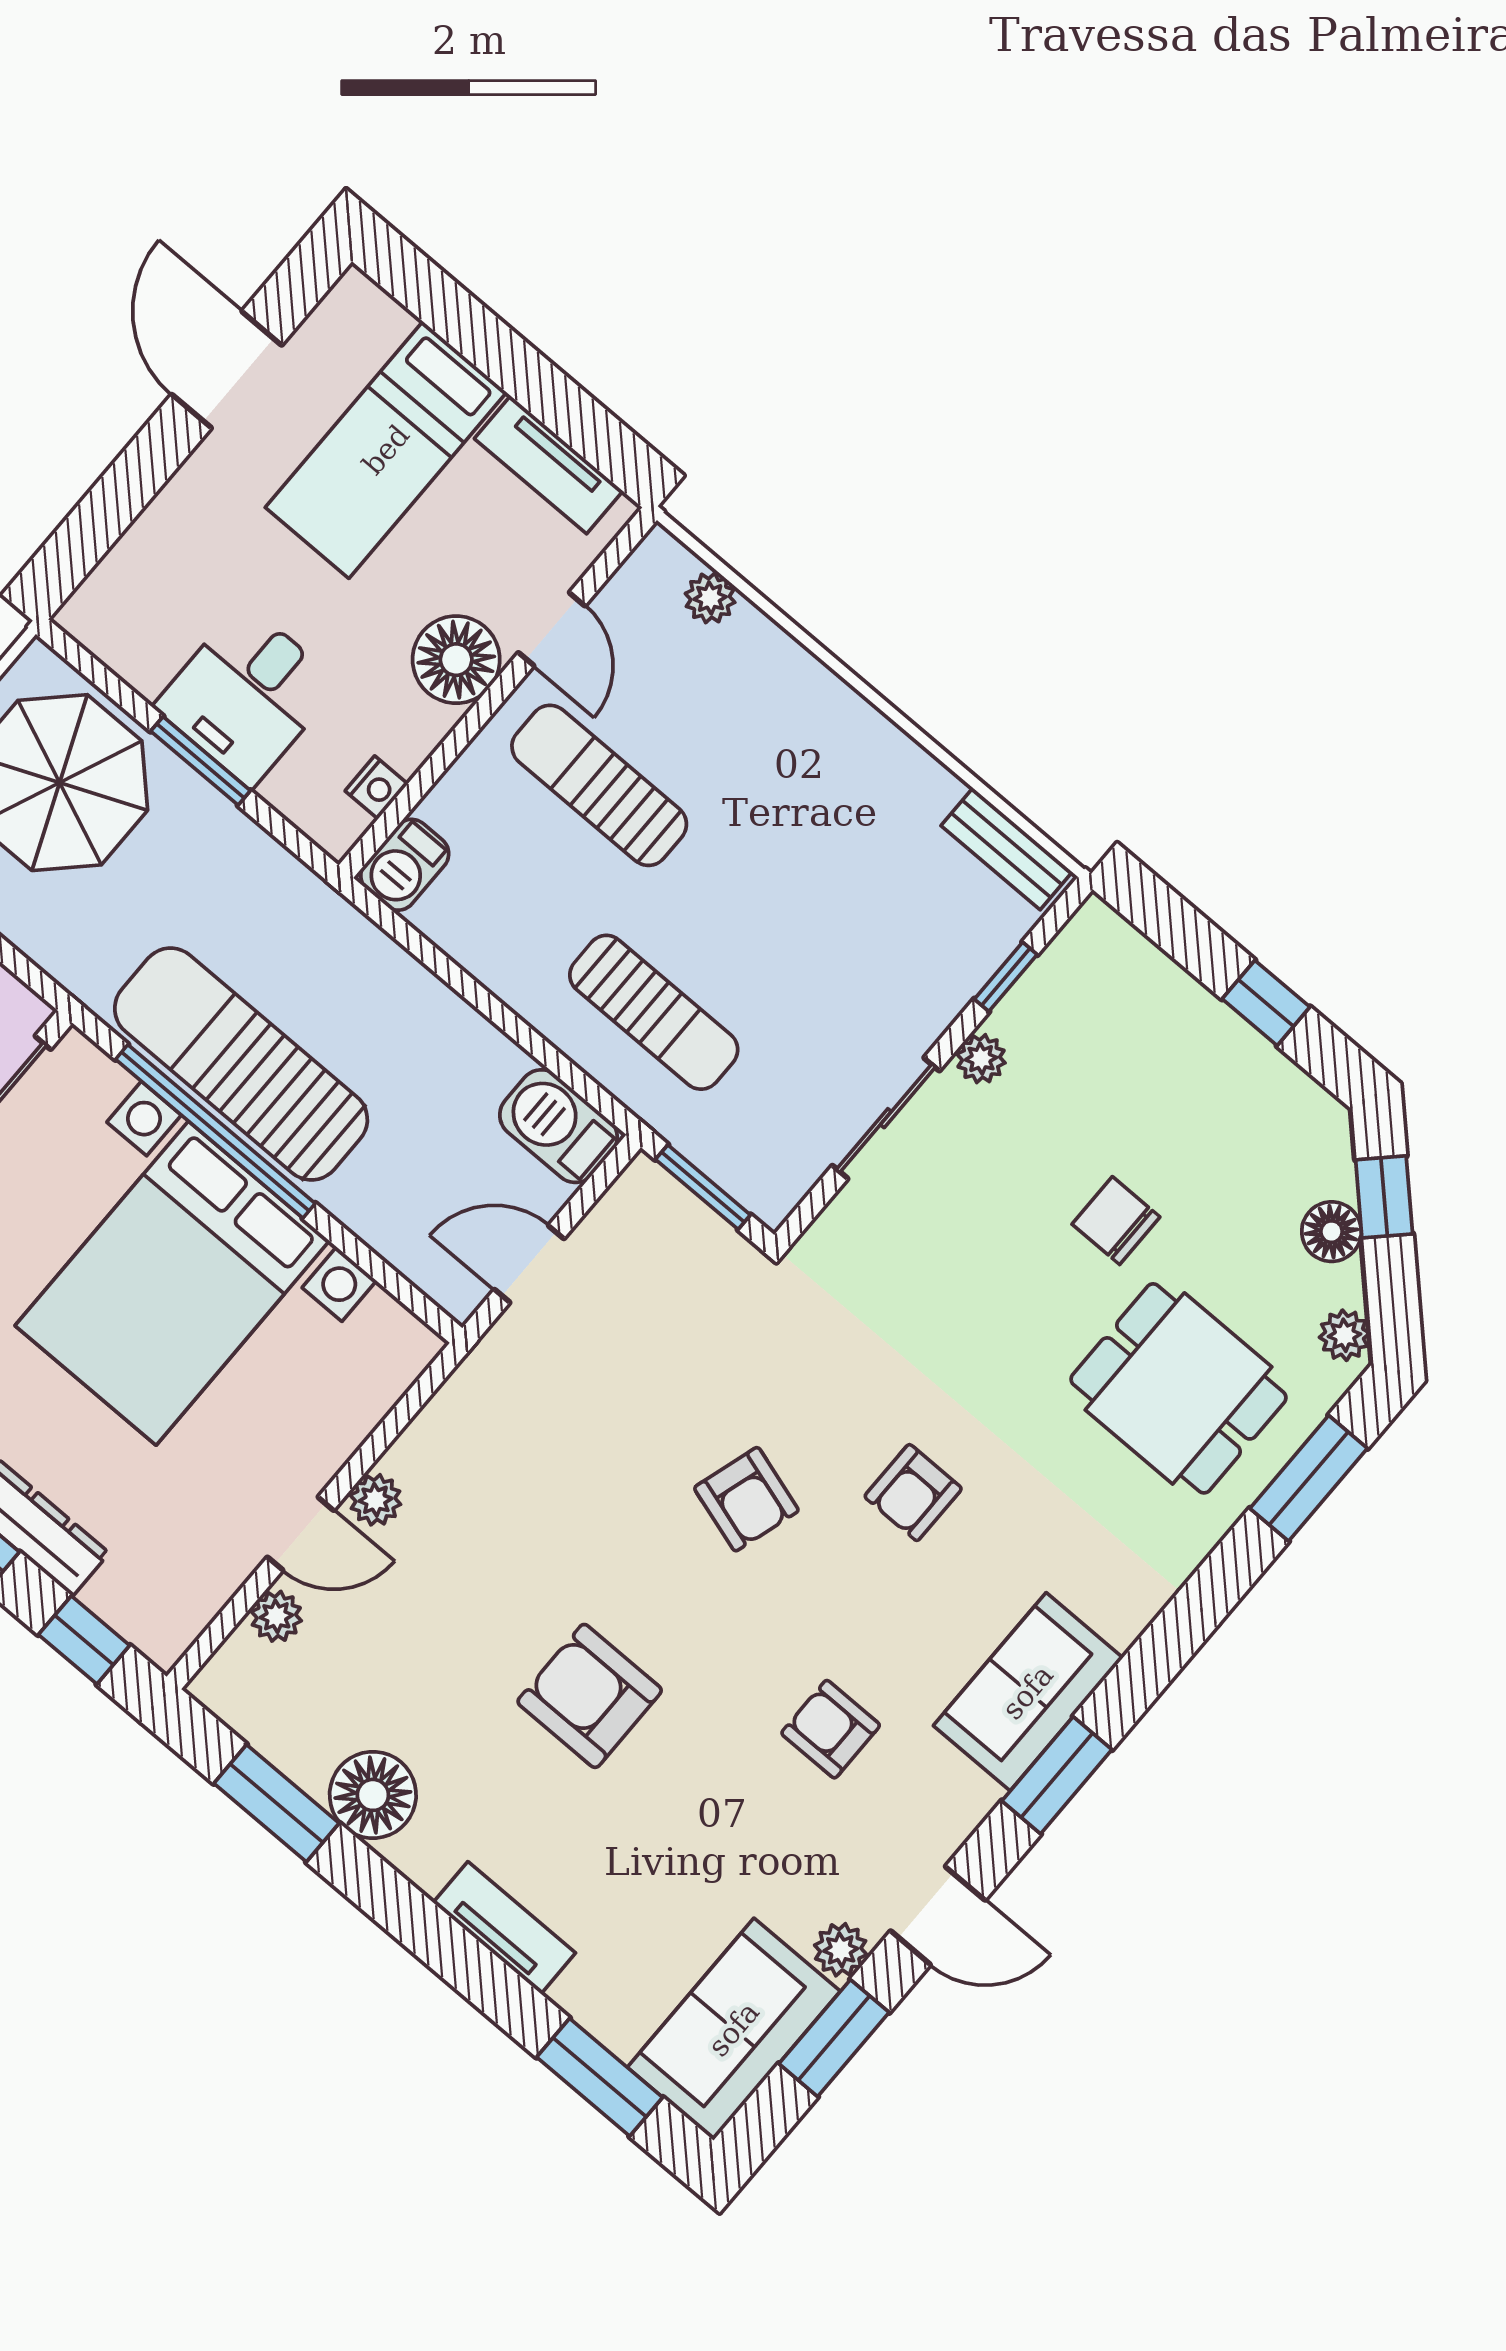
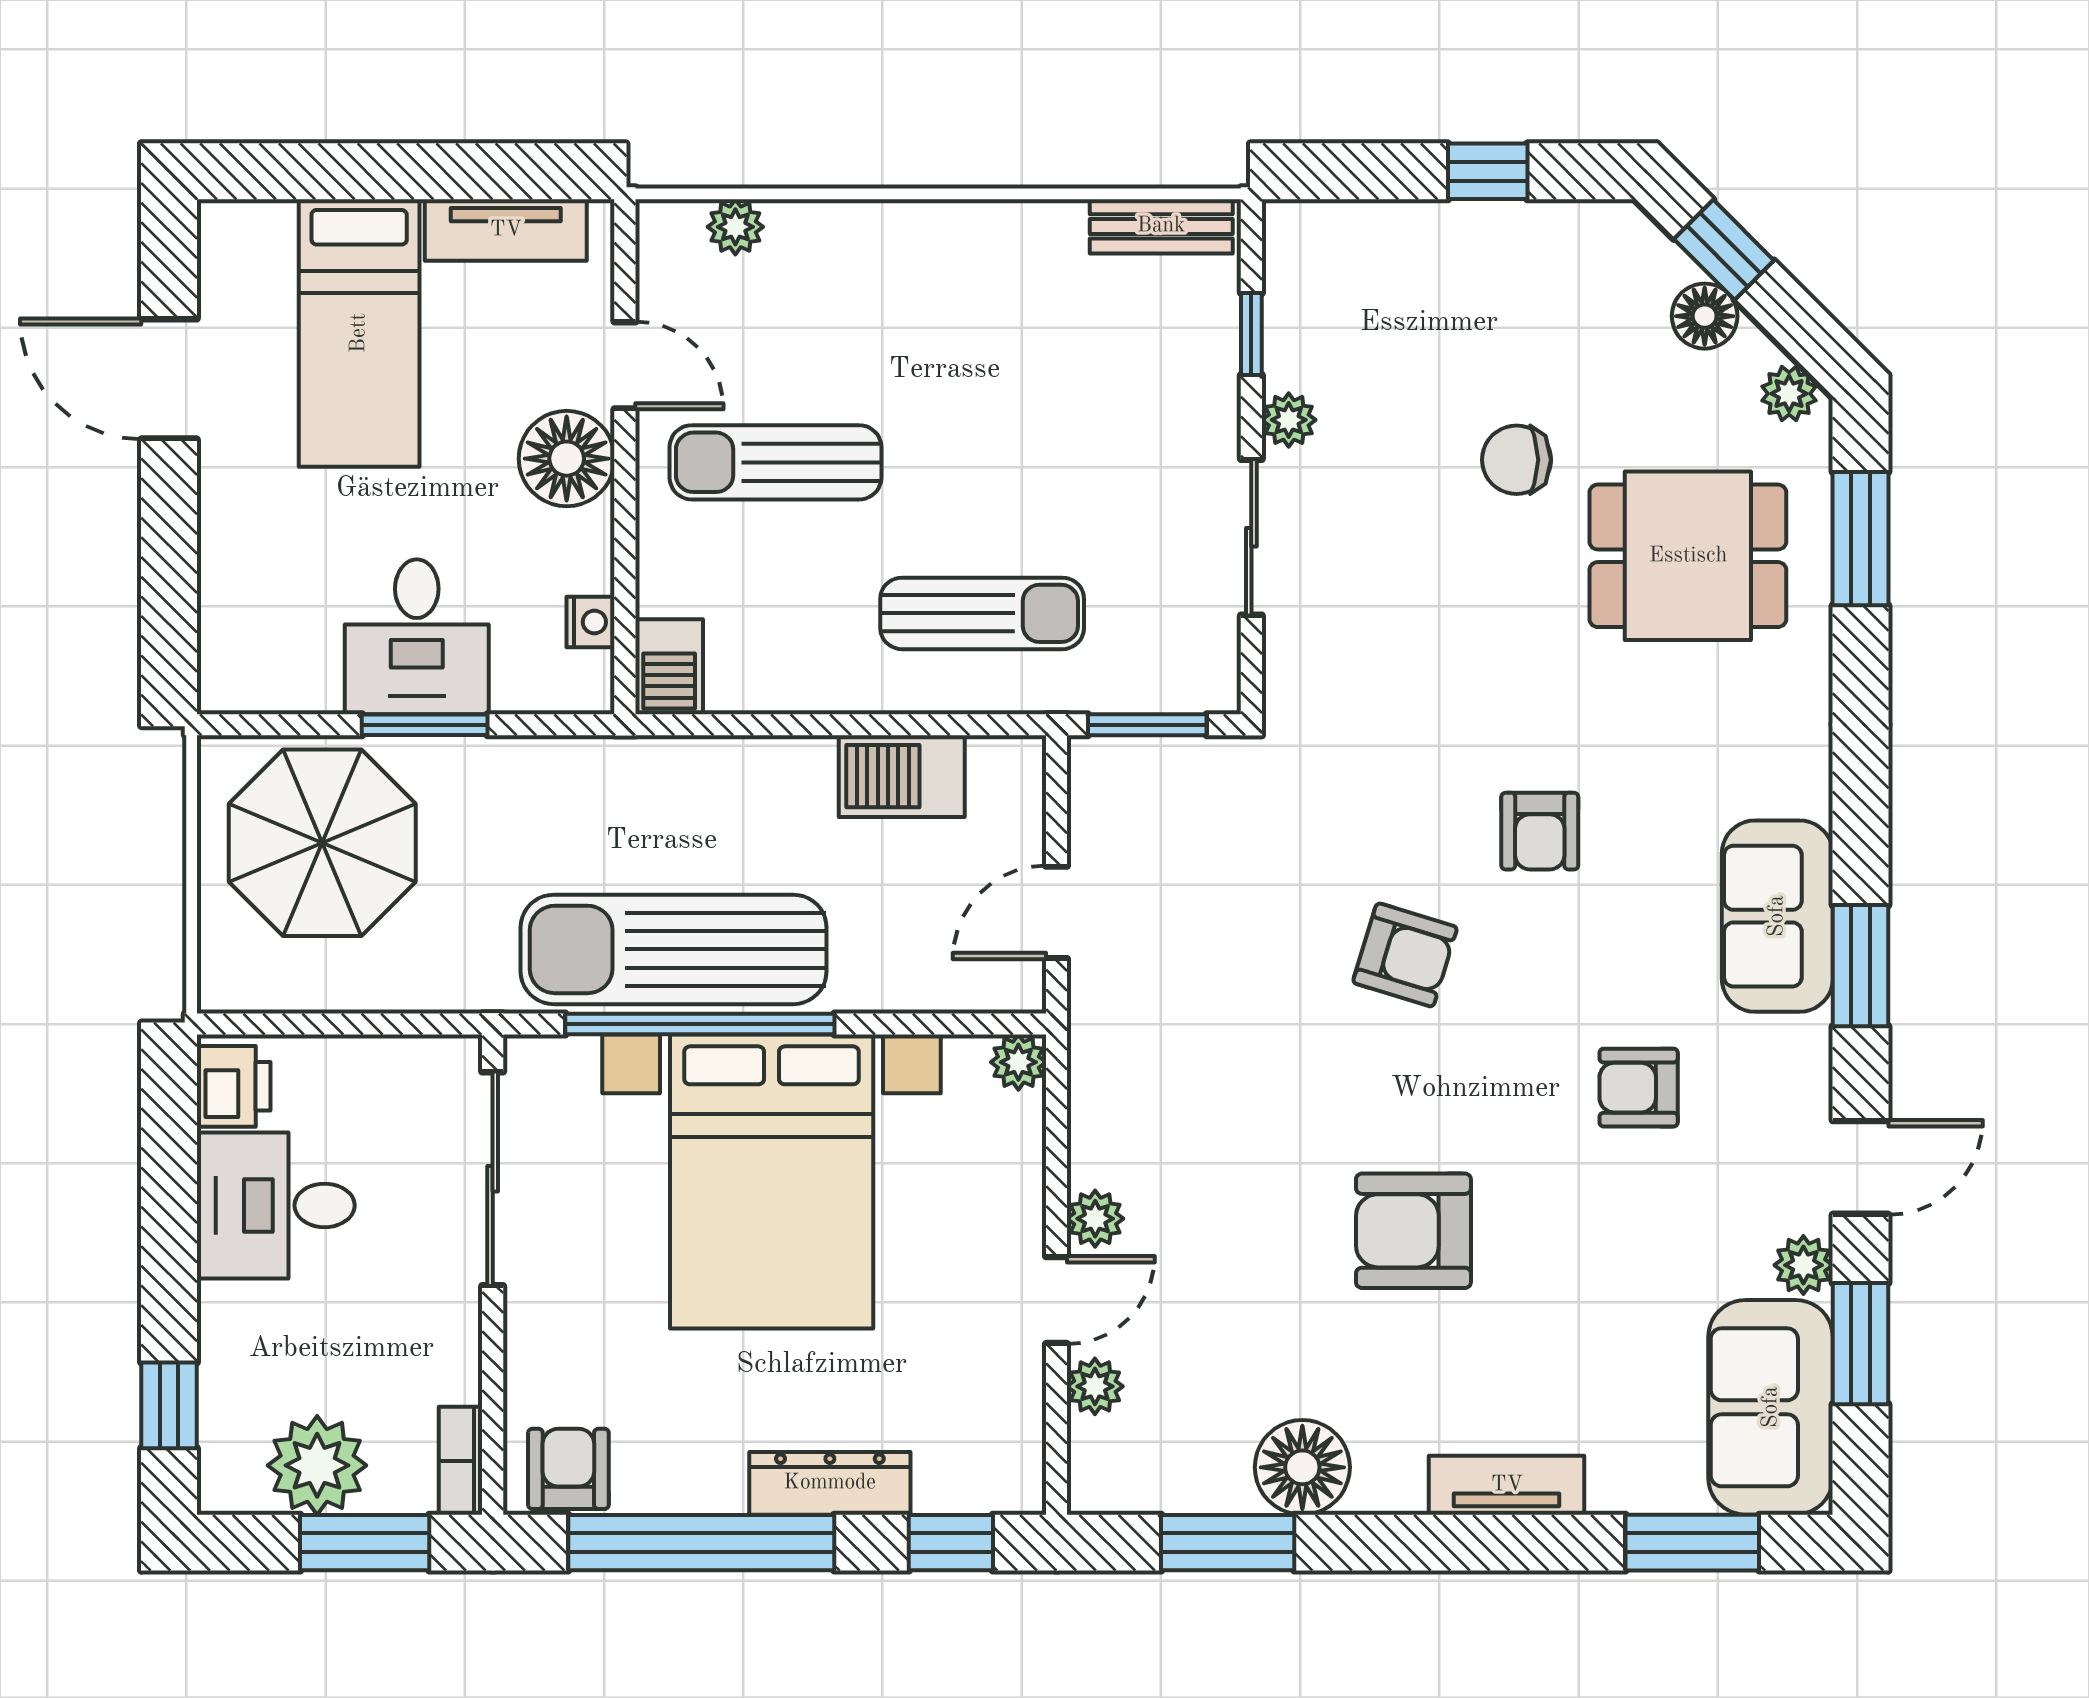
barbecue: (559, 1126) -> (902, 776), moved
plant: (414, 1346) -> (1018, 1062), added

